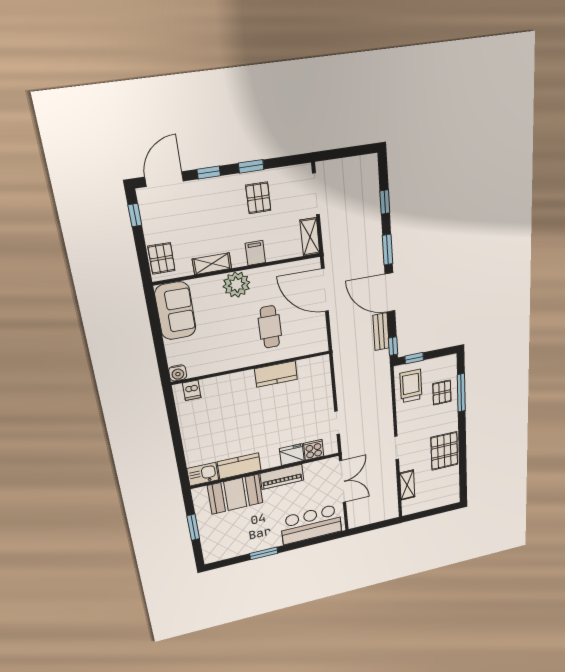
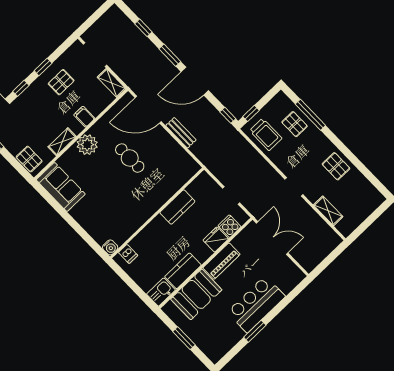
pallet: (258, 198) -> (61, 82), turned 90
bench: (381, 332) -> (181, 133), moved
wall: (252, 368) -> (157, 213), moved
water cooler: (178, 373) -> (110, 247), moved
kitchen counter: (276, 374) -> (177, 207), moved
trolley: (411, 386) -> (266, 134), turned 180
dishwasher: (192, 390) -> (128, 254), moved
pallet: (444, 451) -> (336, 166), width x0.67, depth x0.71
bar counter: (311, 524) -> (256, 304), moved

